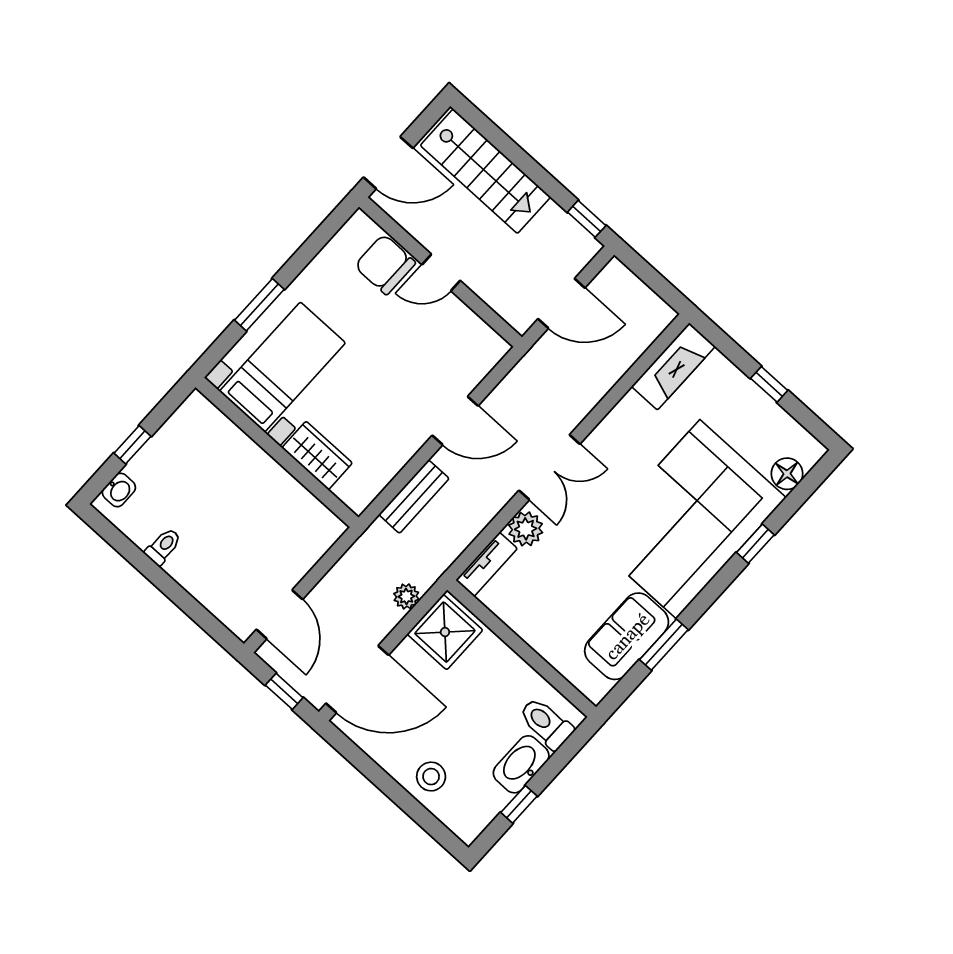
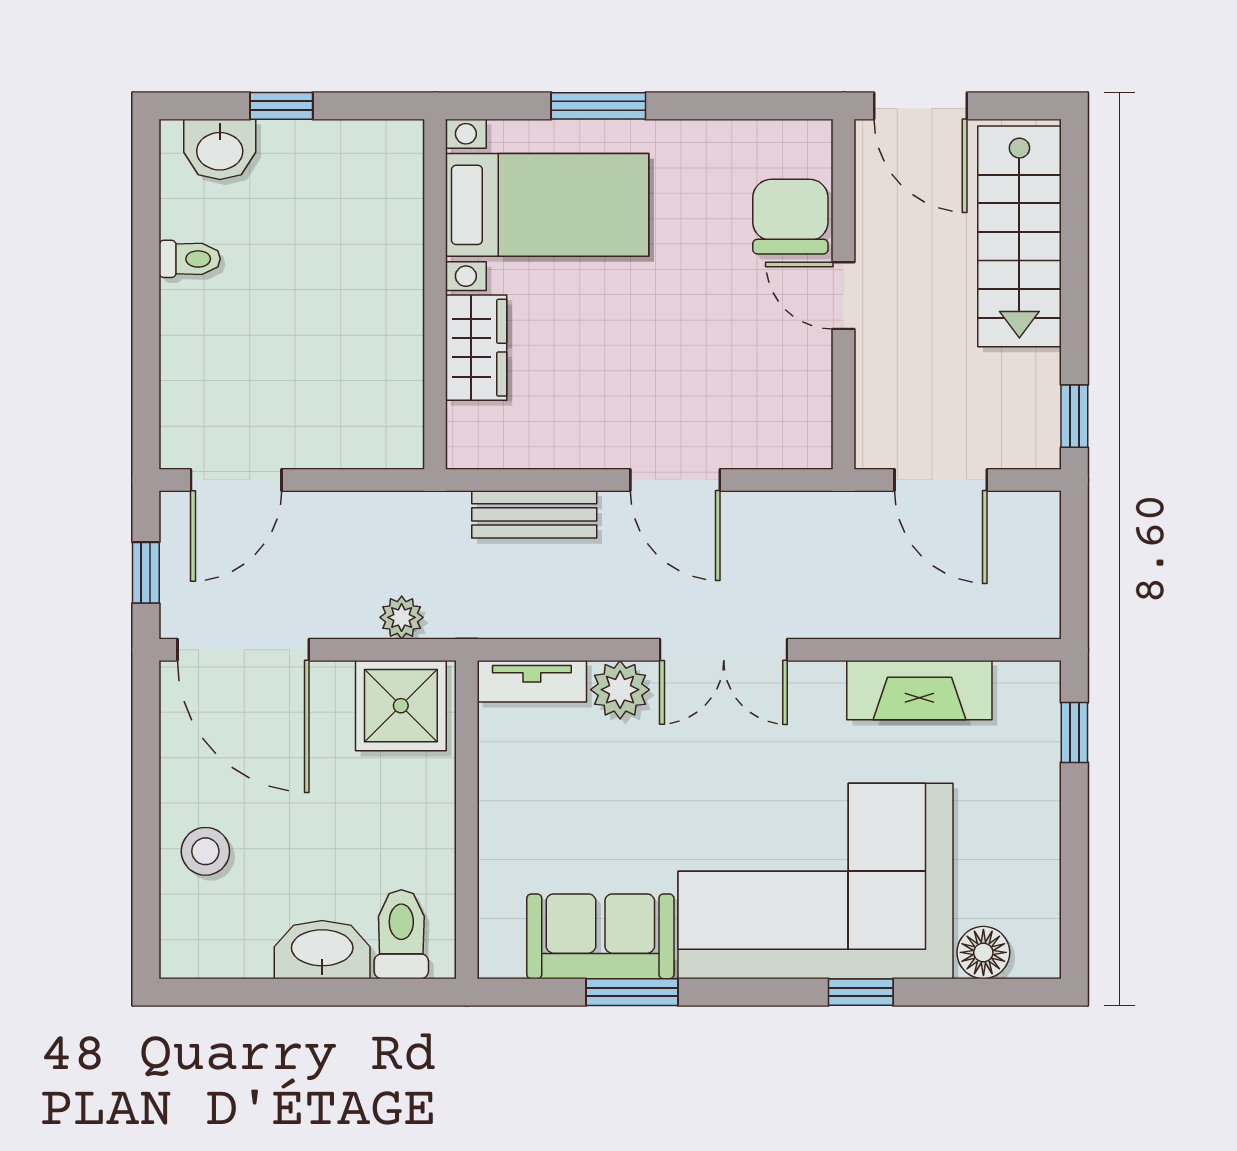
fireplace: (673, 366) -> (919, 690), moved
window: (769, 384) -> (1074, 733), moved
washbasin: (119, 490) -> (220, 149), width x1.38, depth x1.45
window: (519, 804) -> (270, 992), removed

